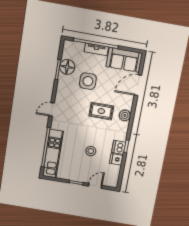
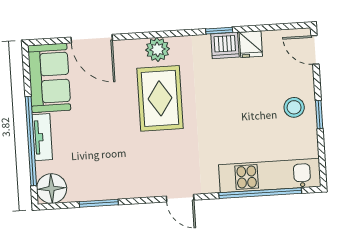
floor lamp: (67, 67) -> (52, 189), moved
side table: (88, 81) -> (107, 139), removed
rug: (101, 111) -> (160, 98), width x1.36, depth x1.43
stool: (91, 151) -> (294, 107), moved
door: (95, 186) -> (315, 50), moved

